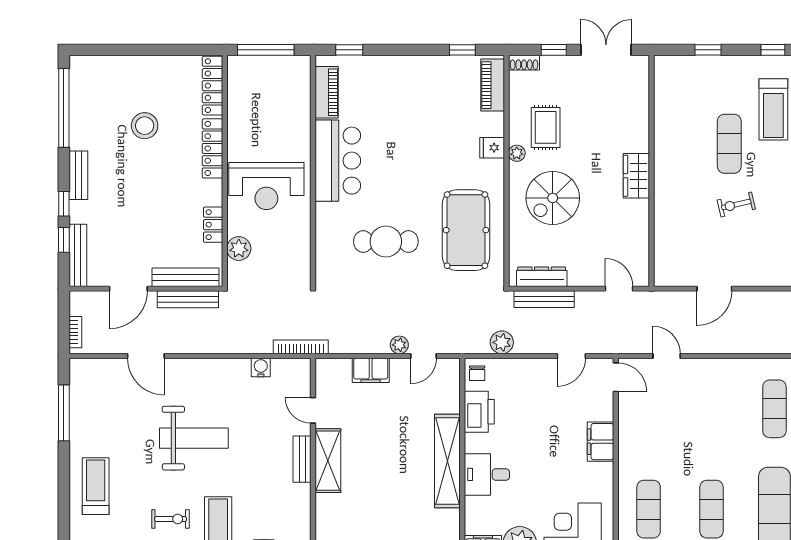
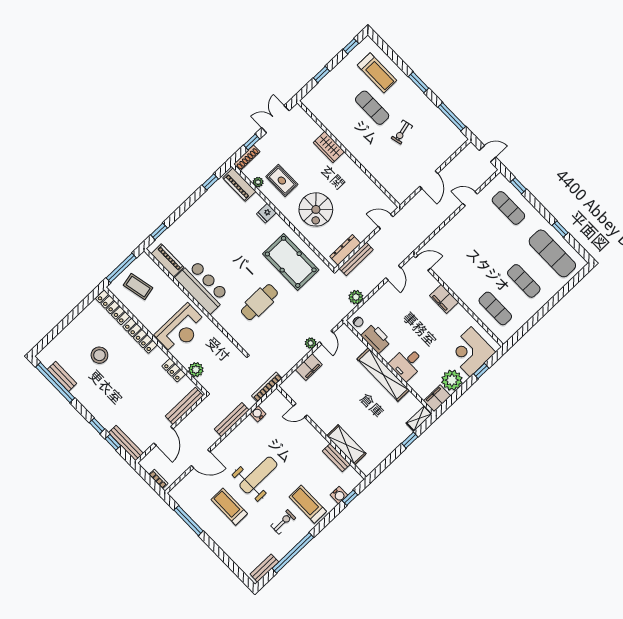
shoe rack: (524, 63) -> (247, 158), width x1.43
coffee table: (264, 90) -> (138, 287), added
plant: (517, 153) -> (258, 182), moved
bench: (78, 175) -> (62, 376), moved
wardrobe: (636, 176) -> (329, 147), moved
bench: (188, 299) -> (232, 420), moved
door: (667, 356) -> (470, 199), moved
bench: (302, 459) -> (336, 458), moved
shelving: (328, 461) -> (346, 445), moved
treadmill: (96, 486) -> (229, 507), moved

